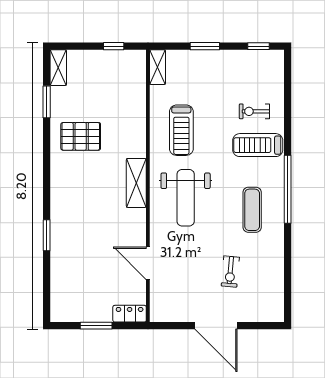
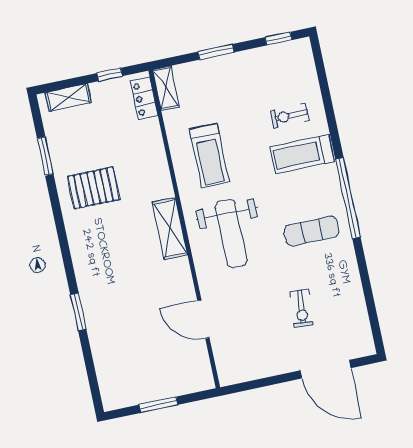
shelving: (58, 68) -> (68, 97), moved, turned 90
exercise mat: (252, 210) -> (312, 231), turned 90
locker: (130, 314) -> (144, 98), moved, turned -90
door: (216, 326) -> (326, 369), moved

